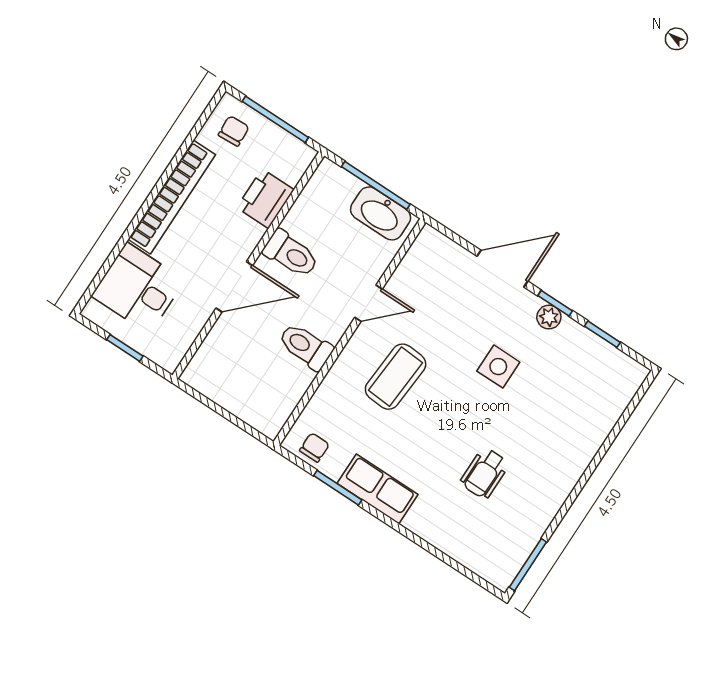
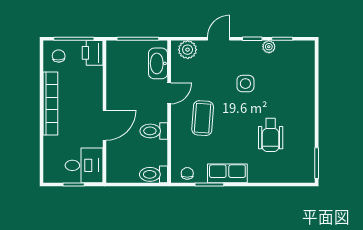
printer: (265, 199) -> (93, 53), moved
washbasin: (381, 213) -> (158, 63), moved, turned 90
toilet: (291, 254) -> (154, 174), moved, turned 180
plant: (442, 254) -> (188, 50), added
door: (502, 269) -> (219, 39), width x0.73
desk: (138, 288) -> (84, 165), moved, turned 180
plant: (549, 317) -> (269, 47), moved
wheelchair: (485, 473) -> (271, 135), width x1.36, depth x1.37

